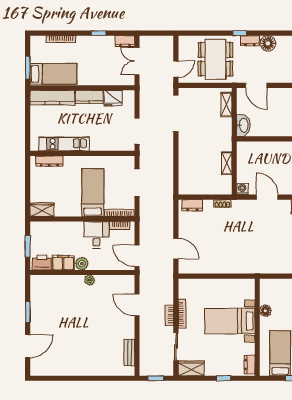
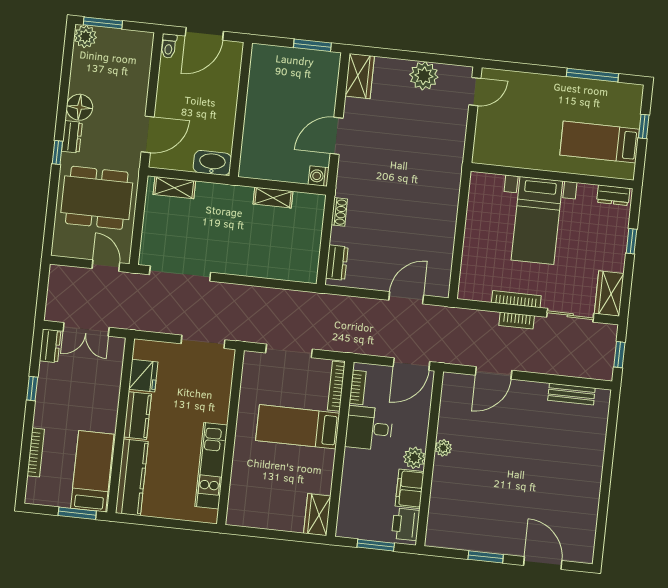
dresser: (49, 161) -> (237, 494), removed
floor lamp: (265, 311) -> (526, 159), removed

